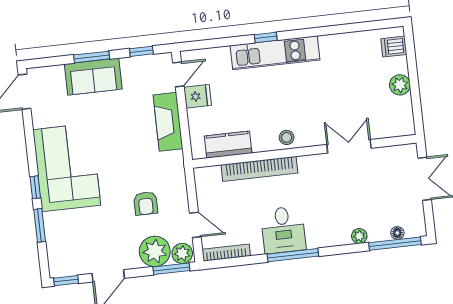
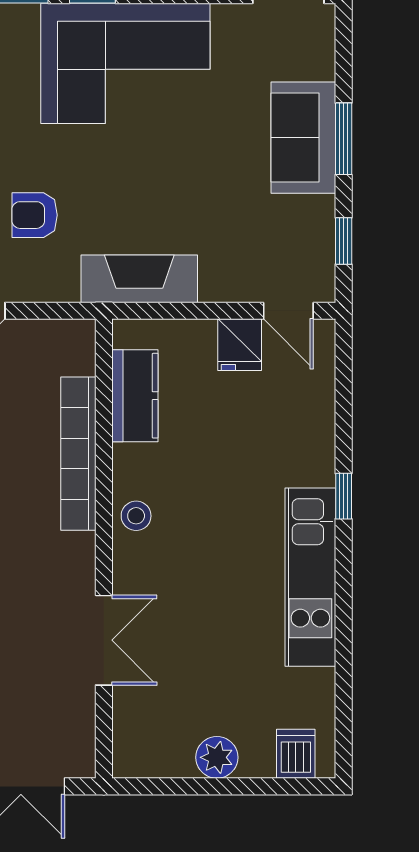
kitchen unit: (275, 53) -> (310, 577), moved
fireplace: (168, 122) -> (139, 279), moved

